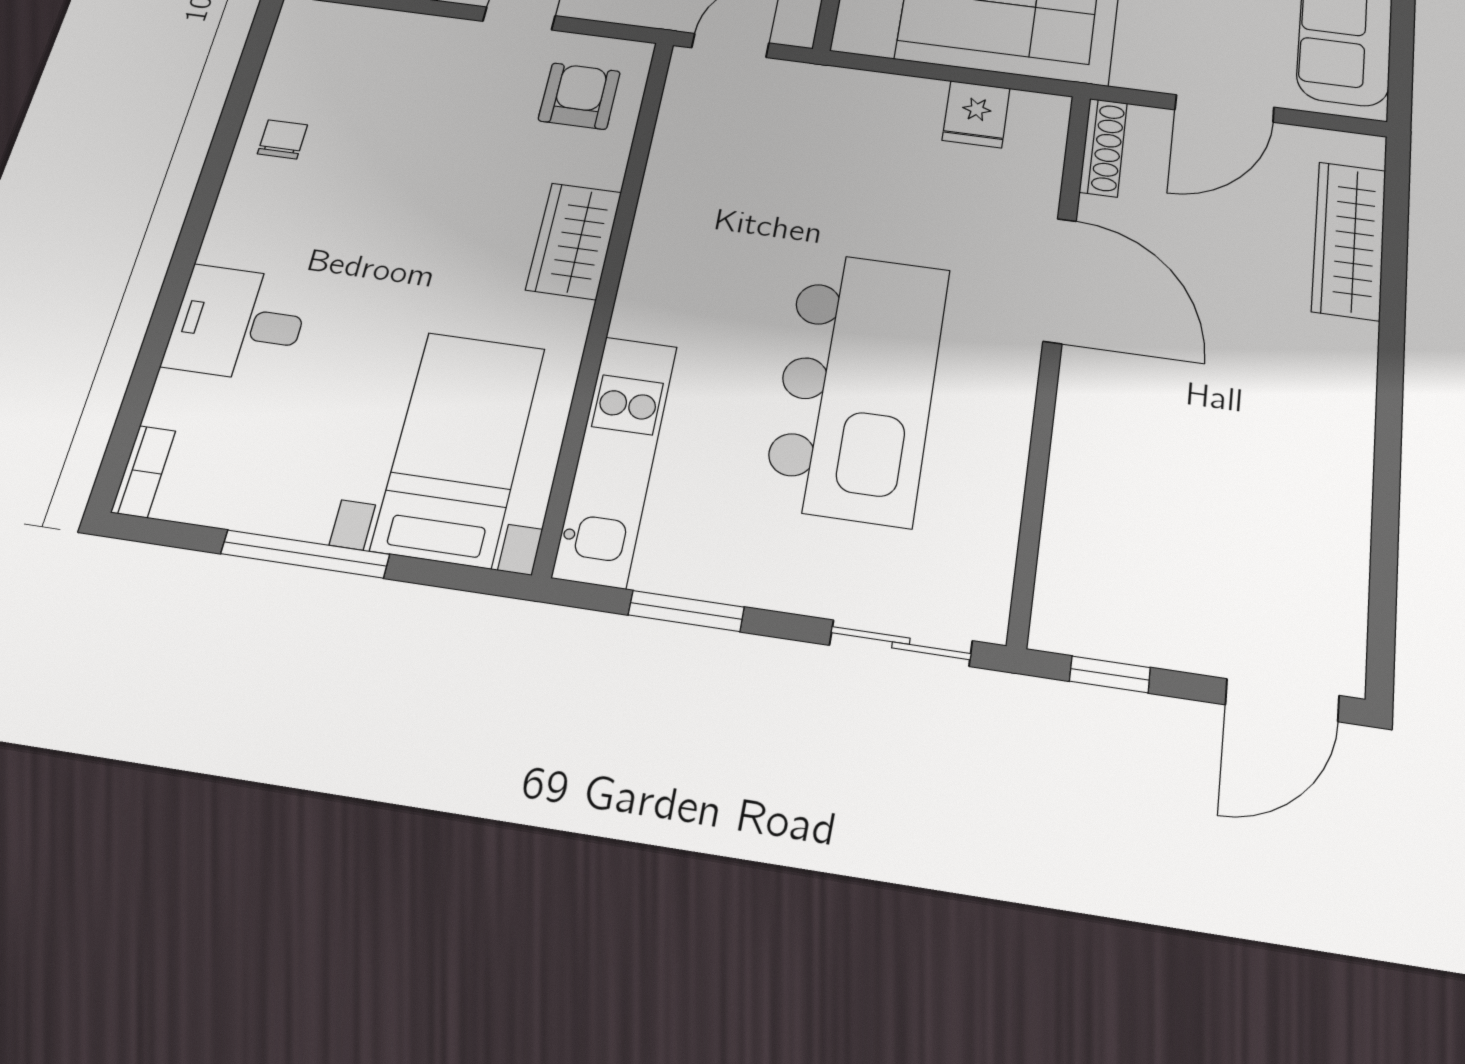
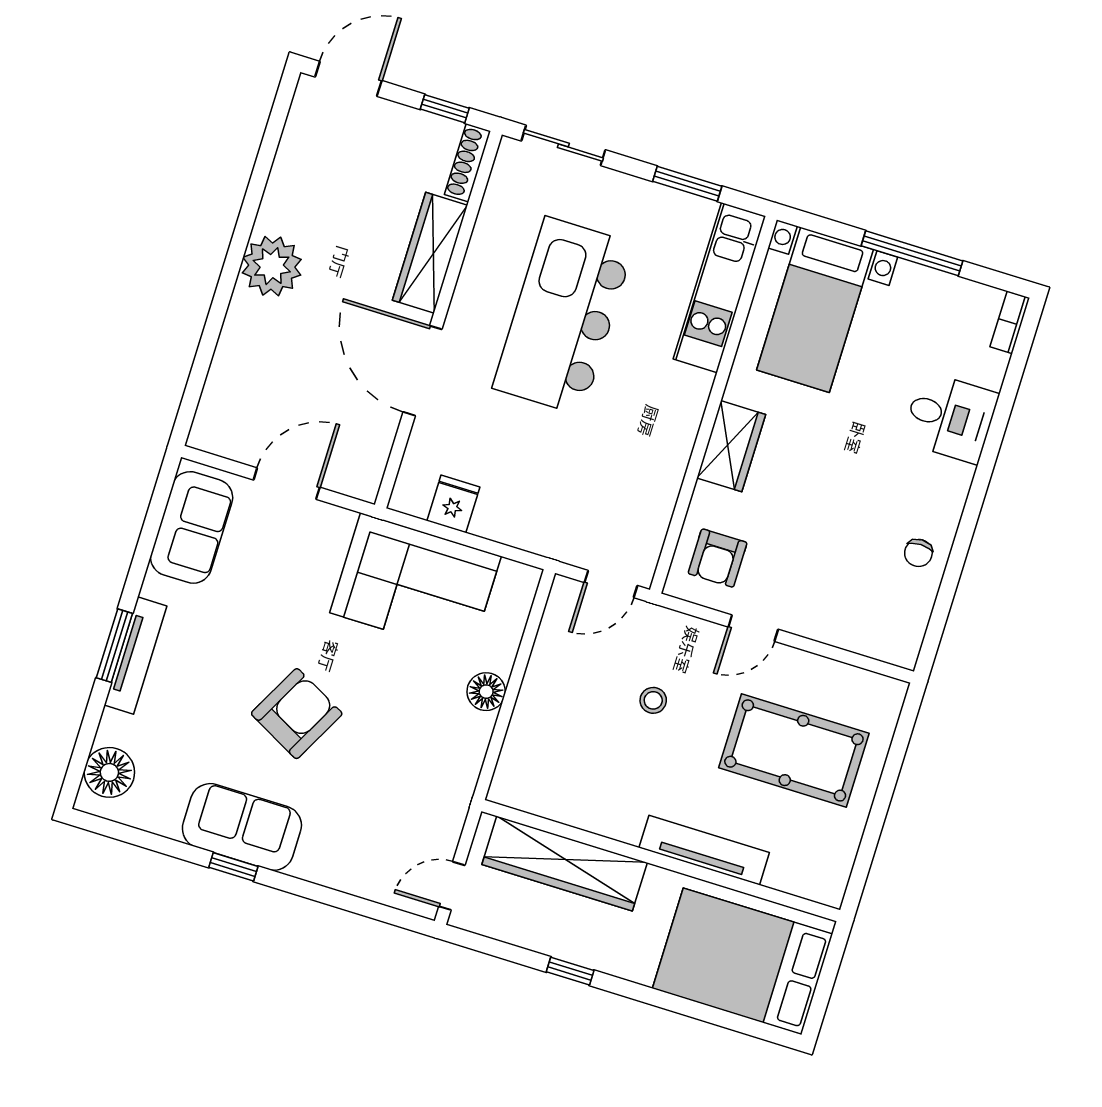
shoe rack: (1103, 147) -> (468, 163), moved
wardrobe: (1349, 240) -> (430, 253), moved, turned 180
plant: (1328, 395) -> (272, 266), added

